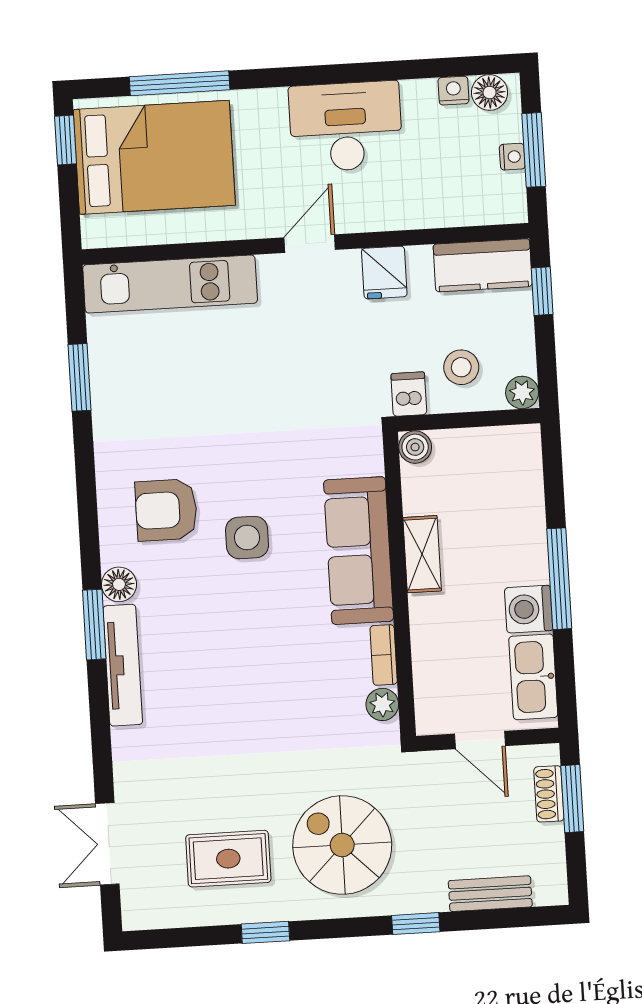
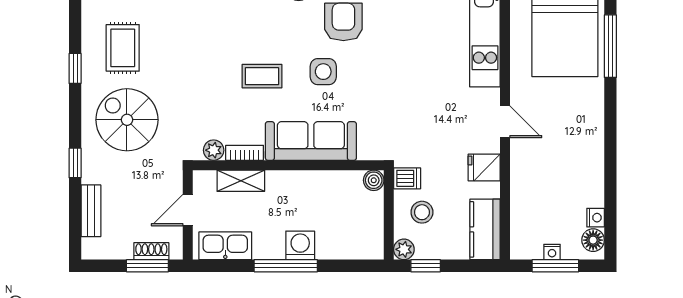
desk: (346, 127) -> (577, 149), removed
window: (542, 291) -> (426, 266), moved
shelving: (422, 554) -> (241, 181), moved
washing machine: (529, 609) -> (300, 245), moved
coffee table: (260, 634) -> (262, 76), added
spiral stairs: (342, 845) -> (127, 120), turned -90

